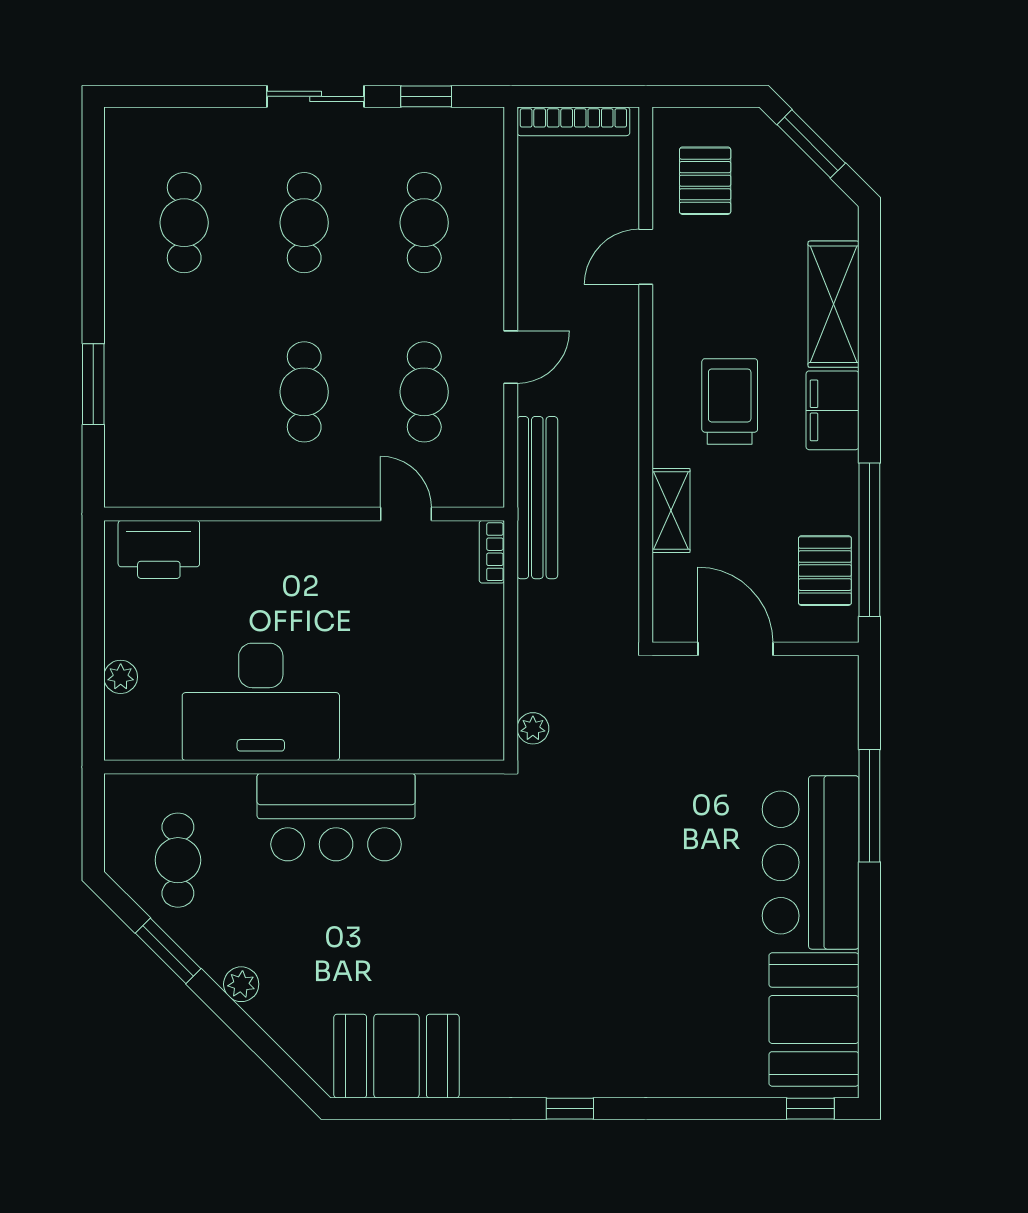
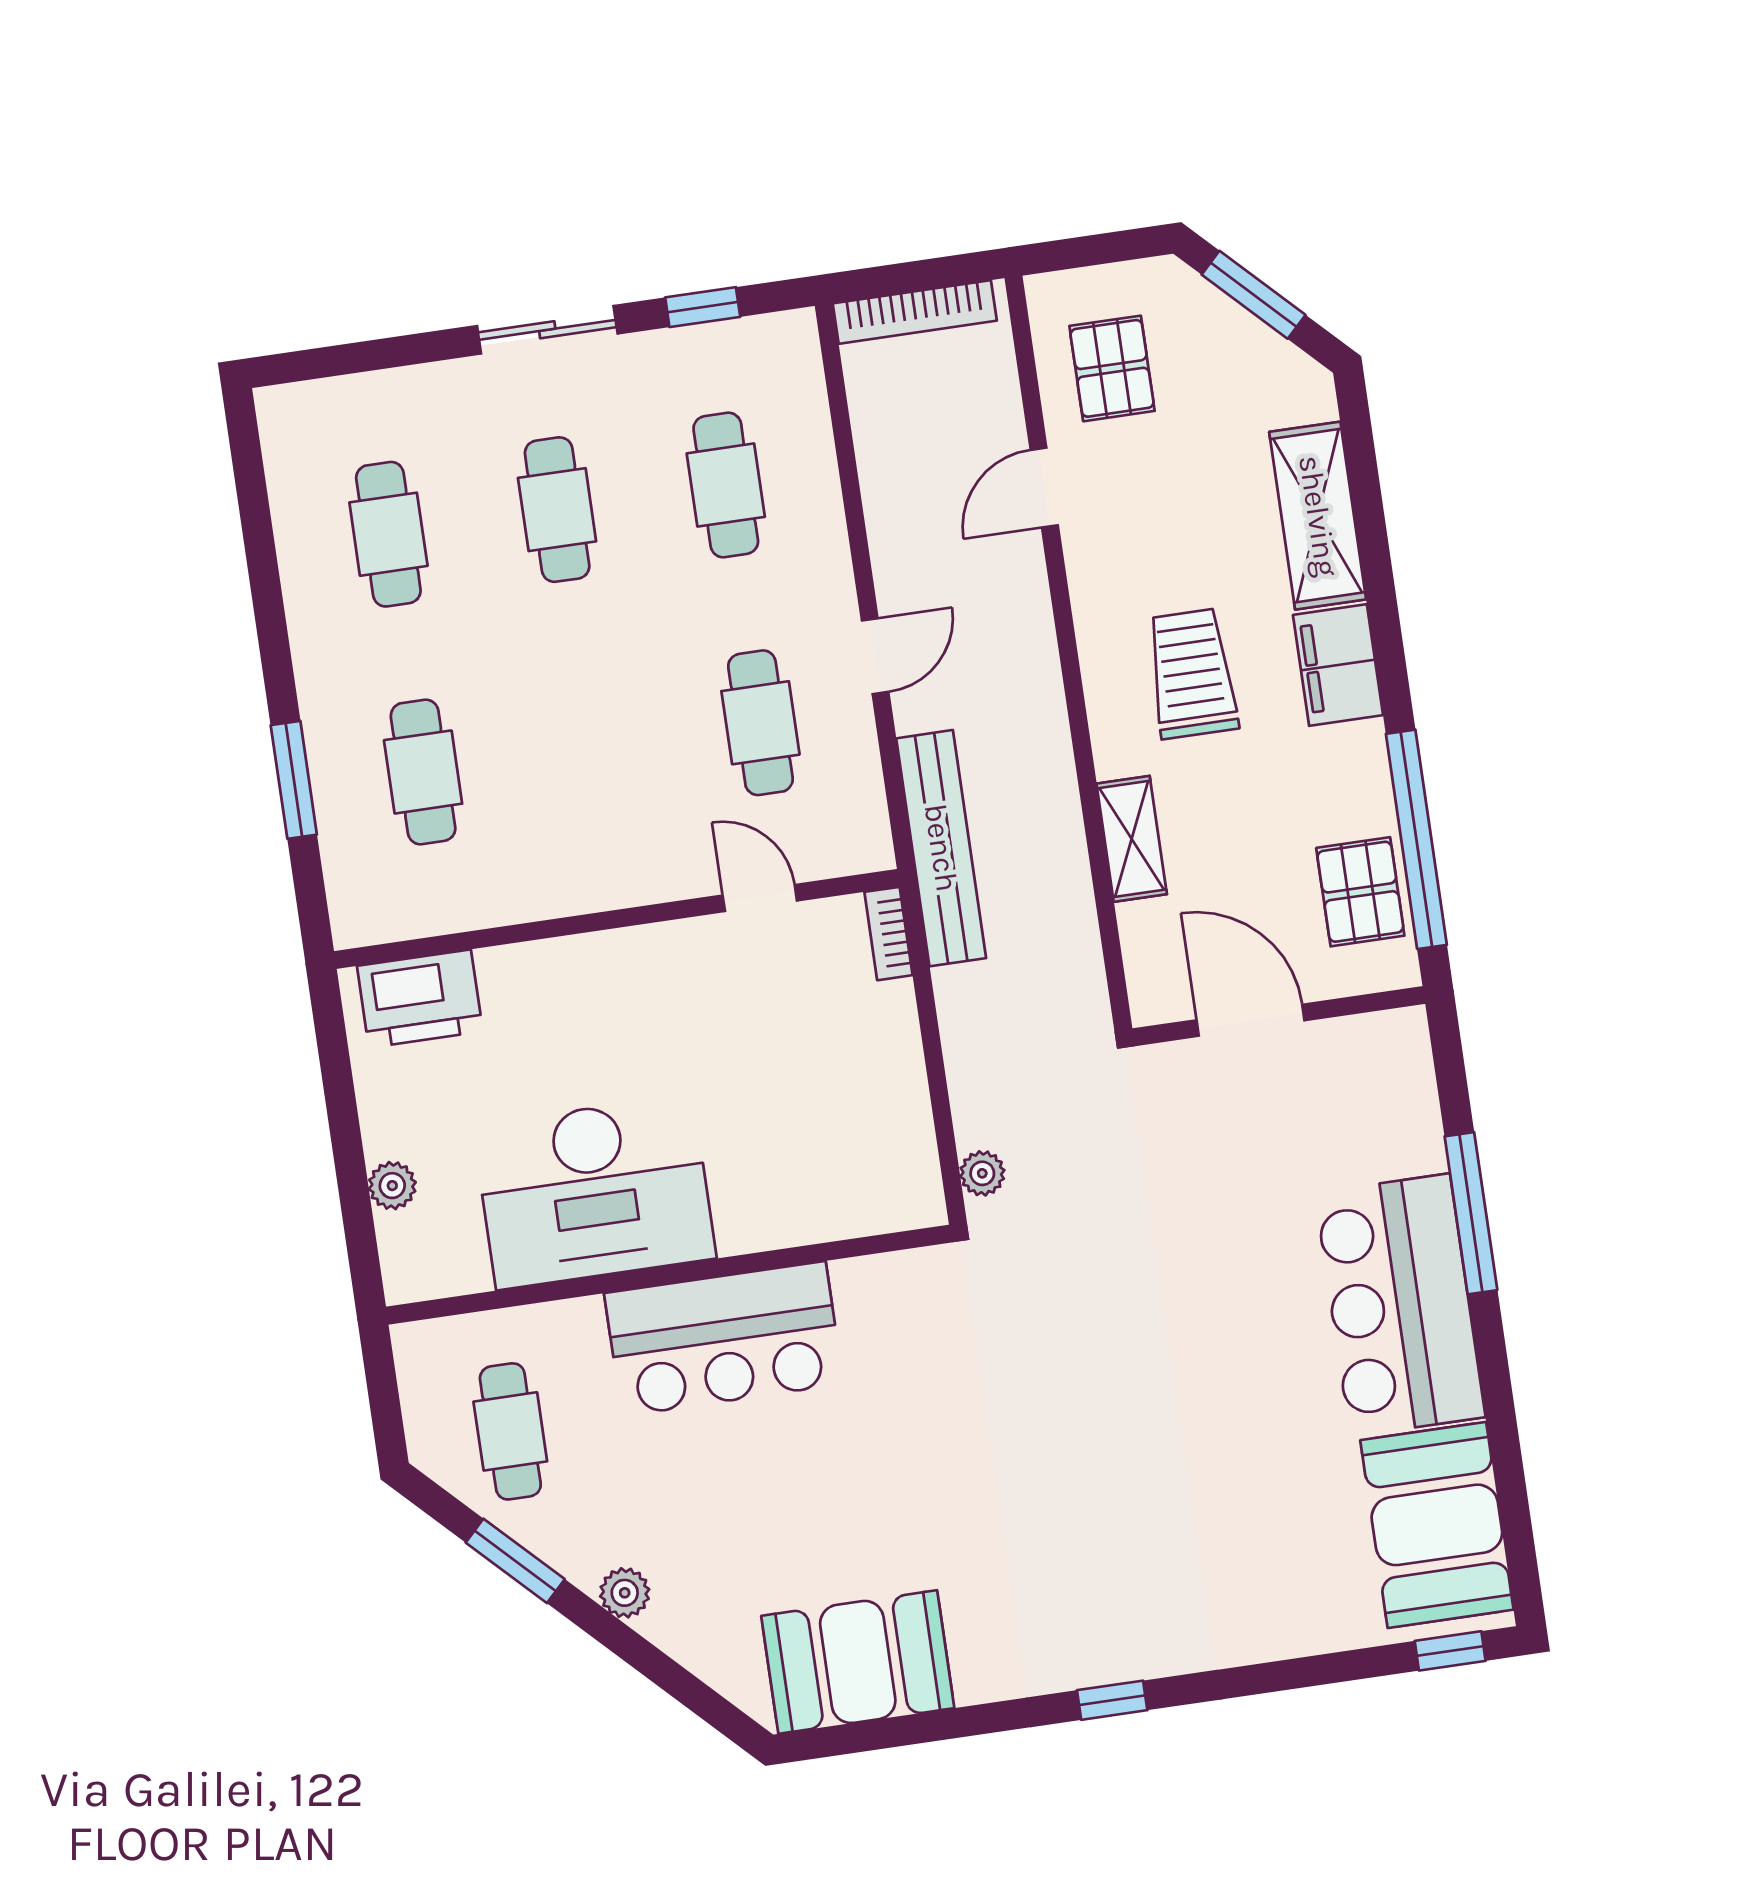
cafe table: (304, 392) -> (423, 772), moved

